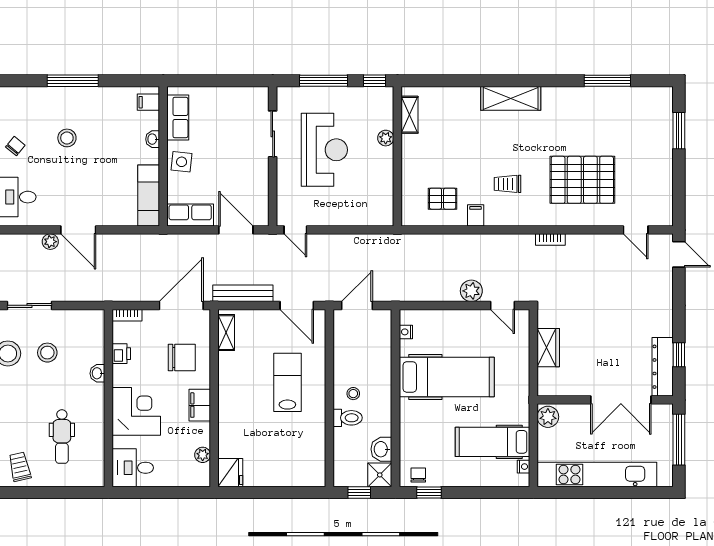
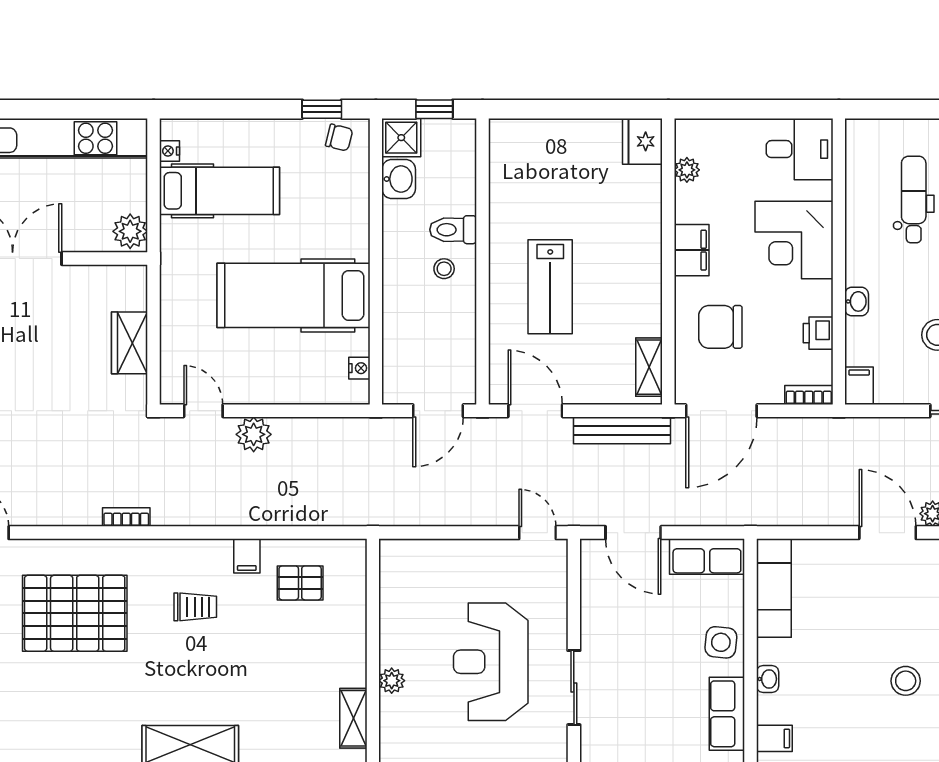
filing cabinet: (96, 321) -> (859, 386), added
chair: (418, 475) -> (339, 138), turned -76

